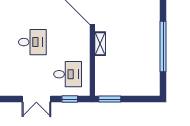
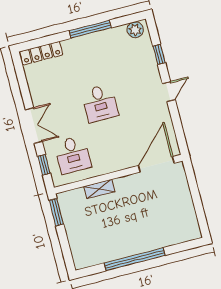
shelving: (100, 44) -> (99, 189), moved
double door: (36, 99) -> (34, 126), swing flipped

